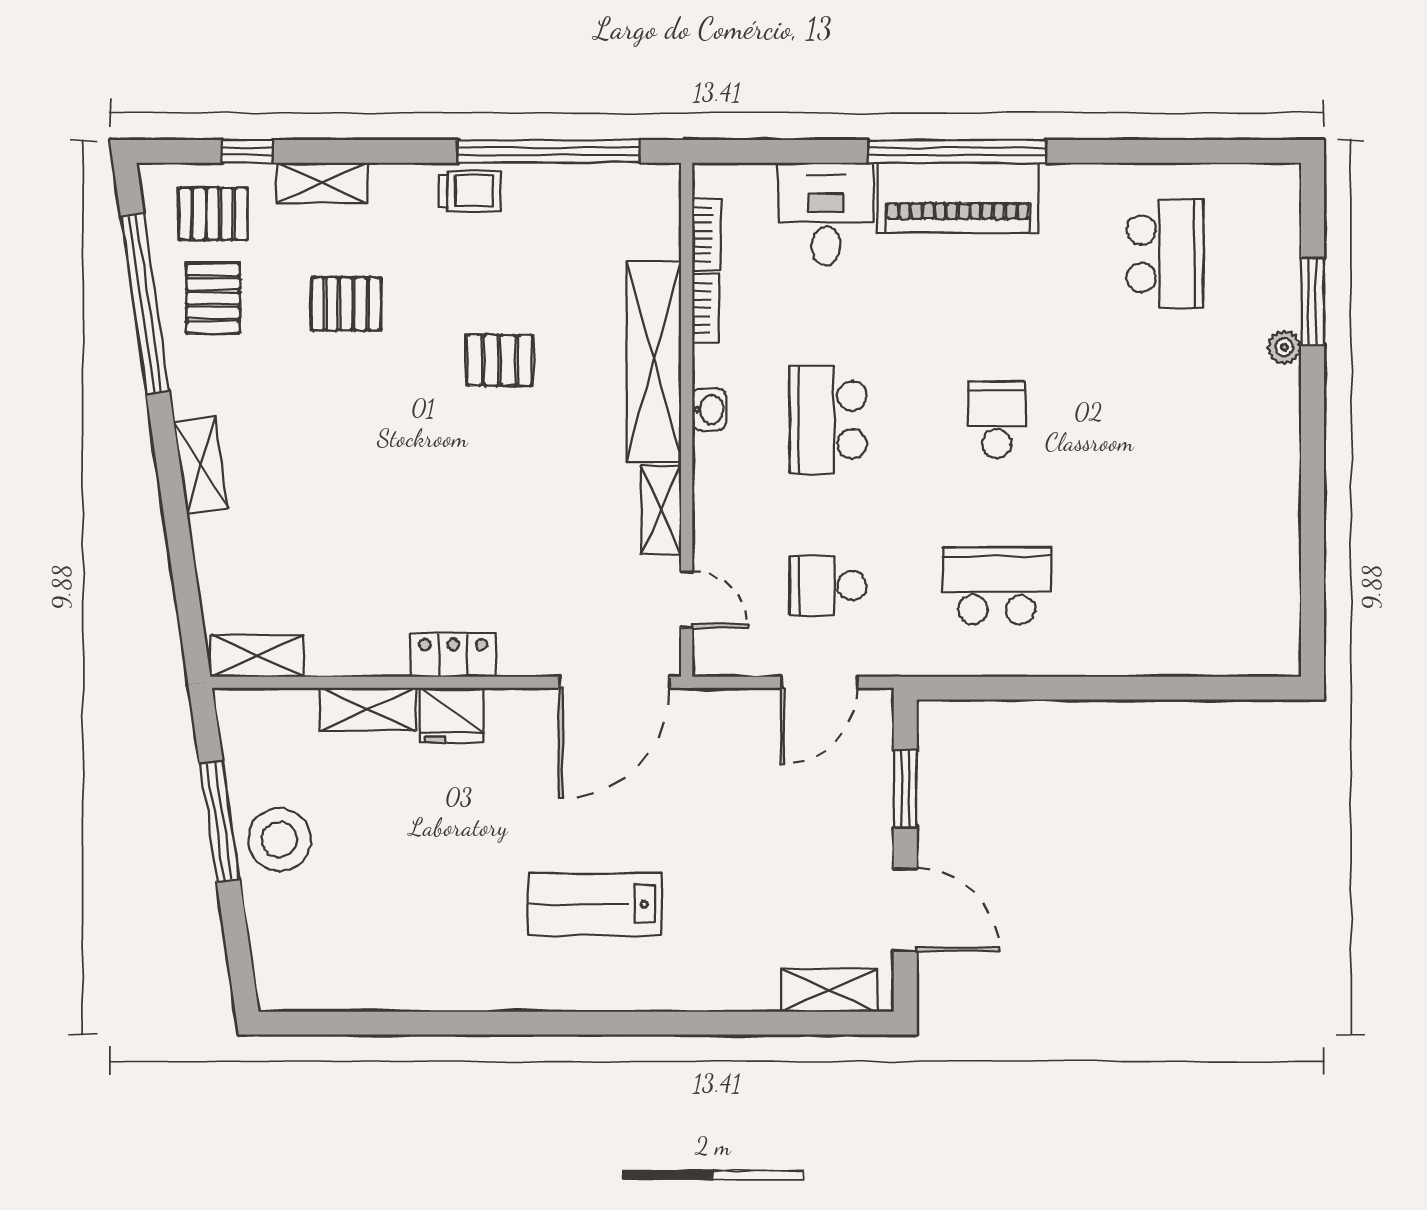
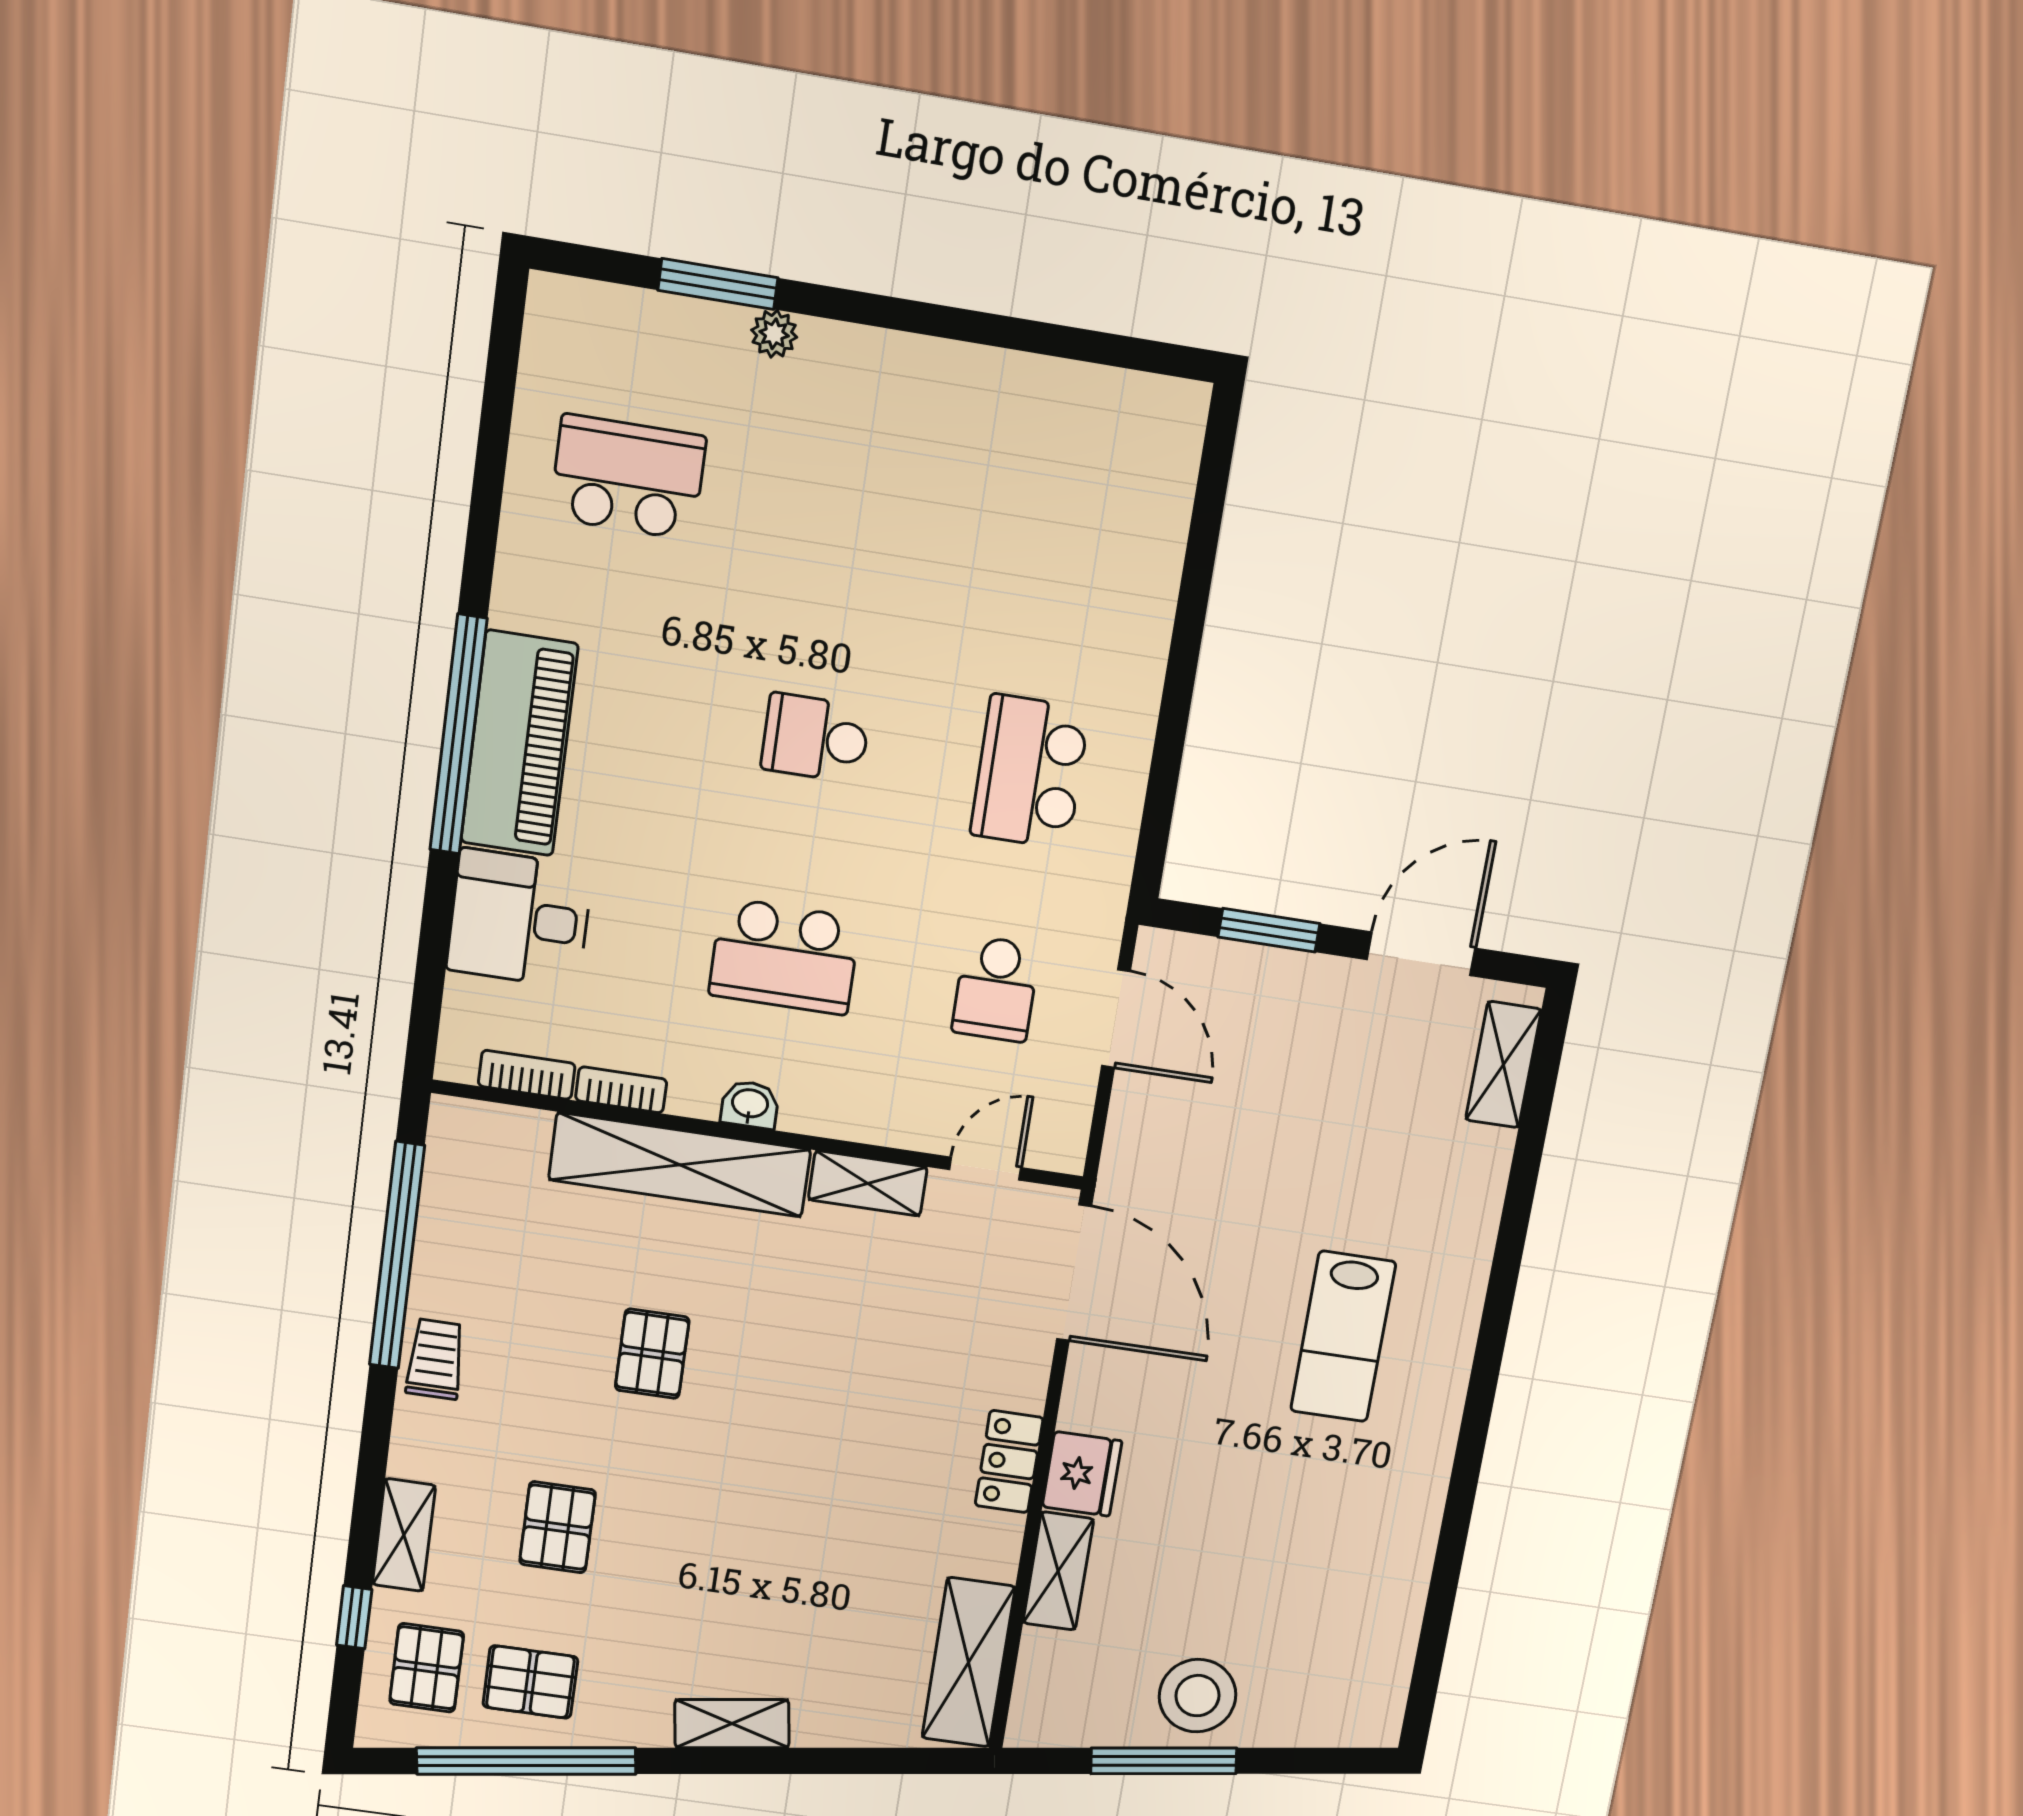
shelving: (257, 656) -> (968, 1662), width x1.50, depth x1.33

